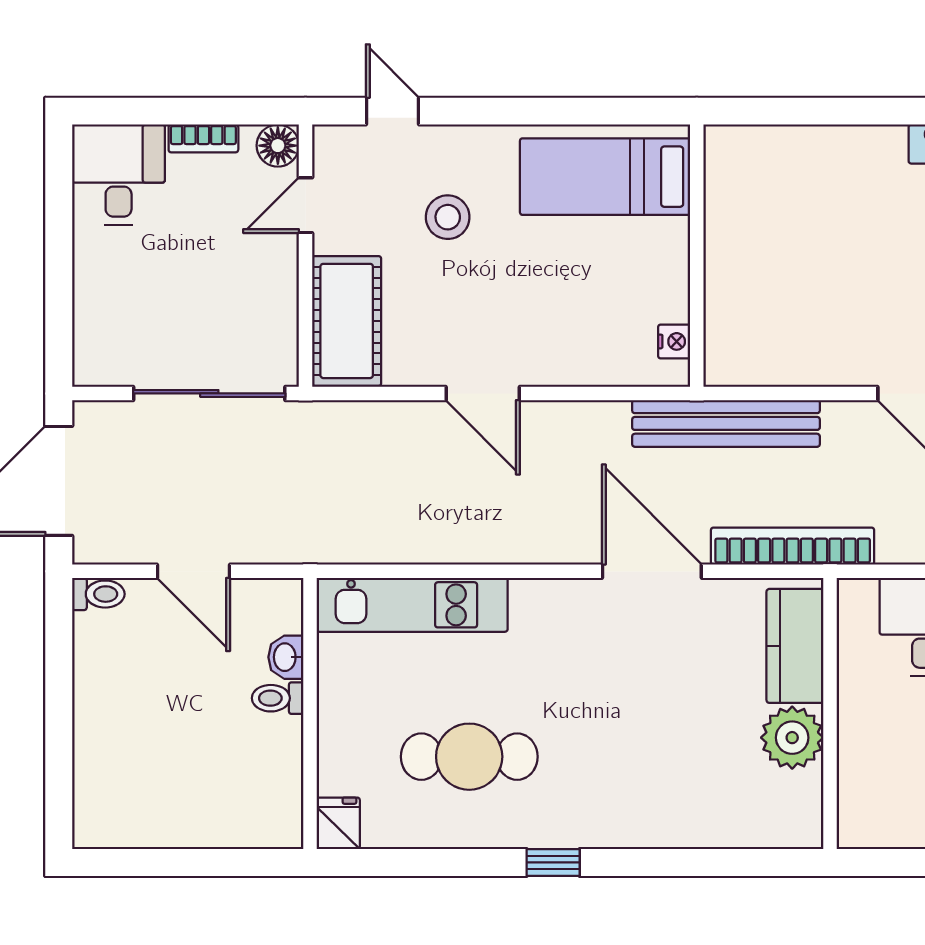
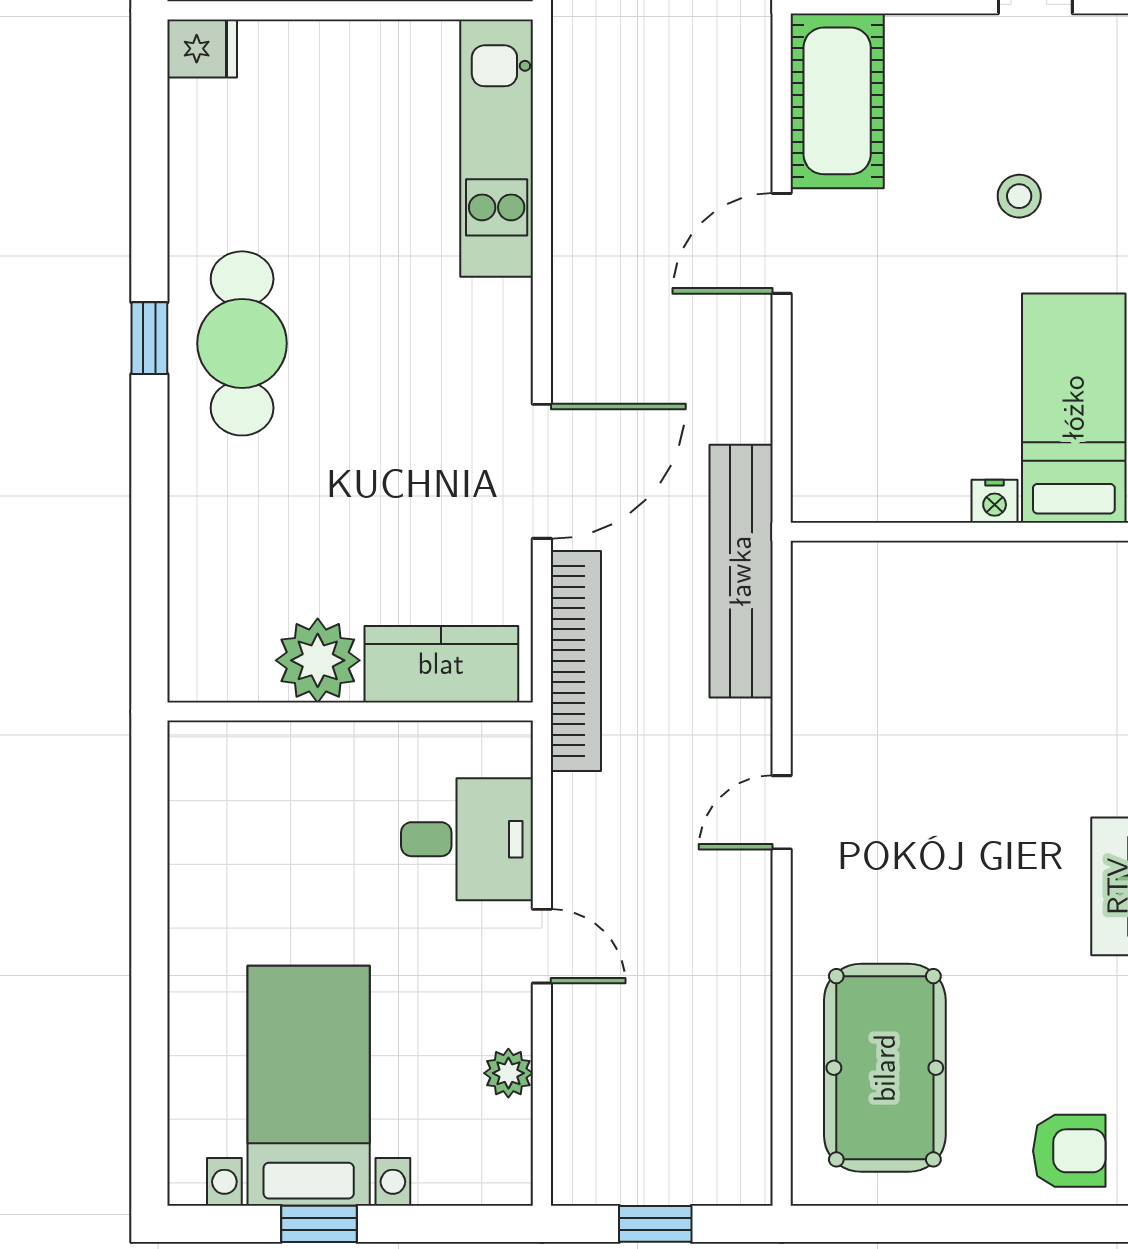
stool: (448, 217) -> (1019, 196), width x0.73, depth x0.73
cot: (347, 321) -> (837, 101), moved, turned 90
nightstand: (674, 341) -> (995, 501), moved
cafe table: (469, 757) -> (242, 343), moved

